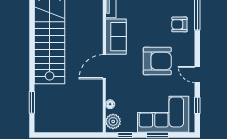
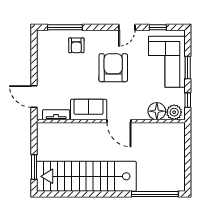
window: (32, 102) -> (155, 194), width x2.11
floor lamp: (110, 104) -> (157, 111), width x1.89, depth x1.89

